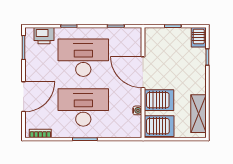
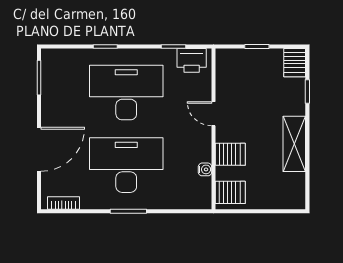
printer: (44, 36) -> (192, 60), moved
door: (143, 72) -> (213, 114), width x0.53
server rack: (159, 100) -> (230, 154), width x0.73, depth x0.70
shelving: (198, 114) -> (294, 144), moved
server rack: (159, 126) -> (230, 192), width x0.73, depth x0.70

